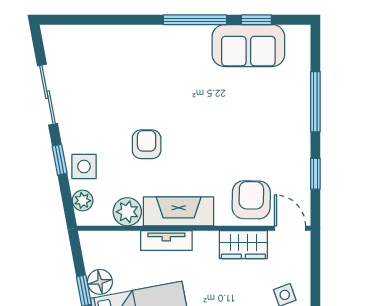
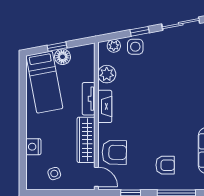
armchair: (147, 144) -> (165, 165), moved
fireplace: (179, 211) -> (105, 106), width x0.73, depth x0.76
door: (290, 228) -> (96, 177), hinge flipped
wardrobe: (243, 245) -> (86, 140), width x1.50

